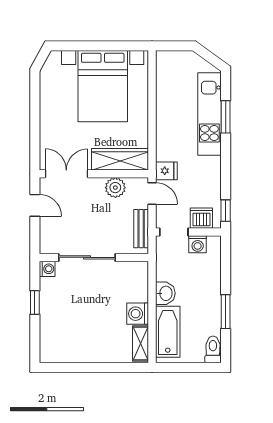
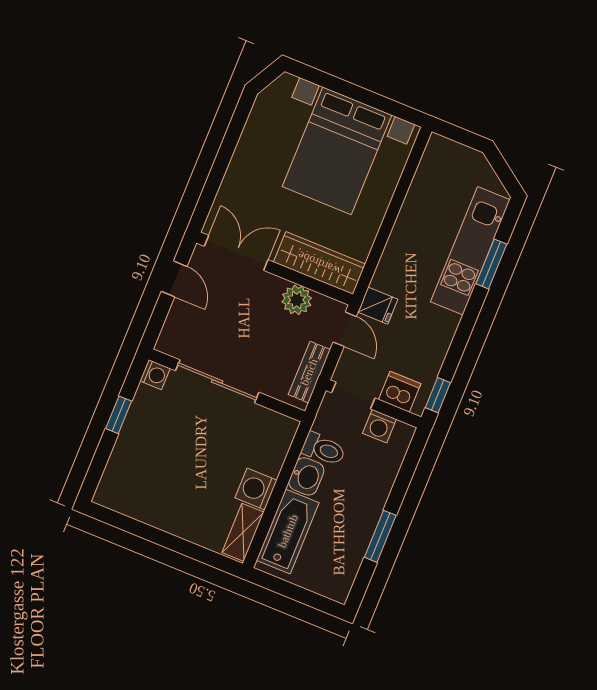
toilet: (213, 349) -> (324, 449), moved, turned 90

